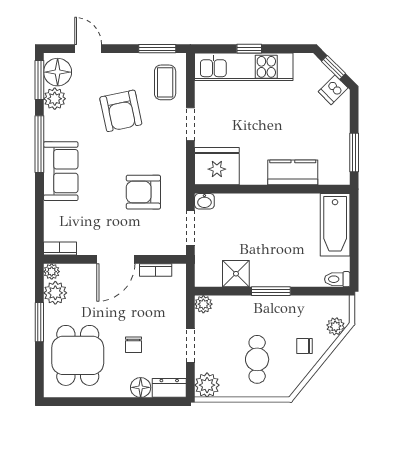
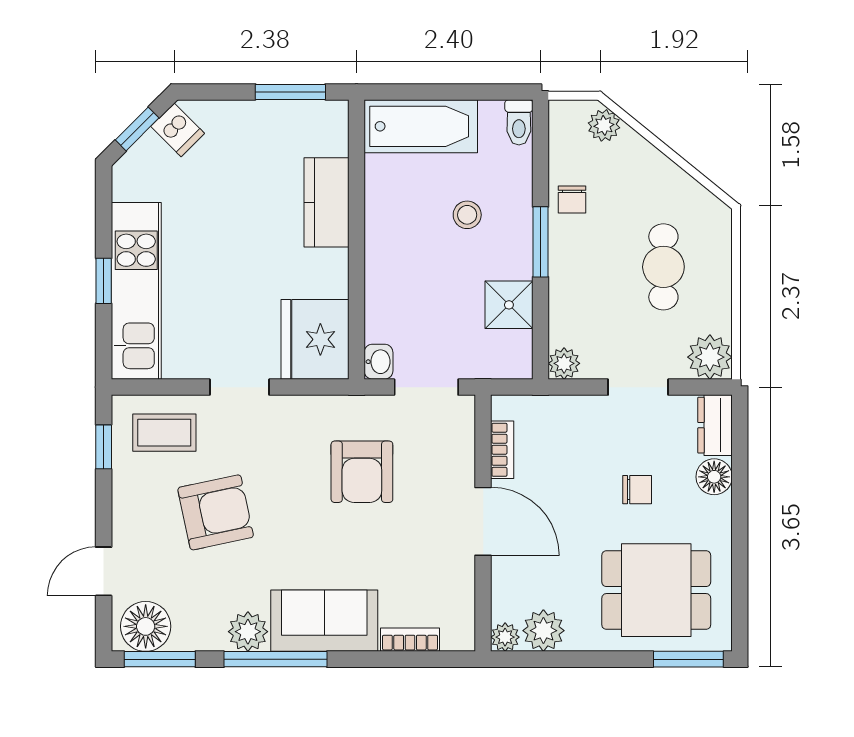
window: (157, 49) -> (104, 447), width x0.67
plant: (55, 99) -> (248, 632), moved
bookcase: (60, 248) -> (410, 640), moved, turned 90
stool: (286, 250) -> (467, 215), added
window: (39, 322) -> (688, 659), moved
chair: (304, 346) -> (572, 200), moved
cafe table: (257, 359) -> (663, 267), turned 90

